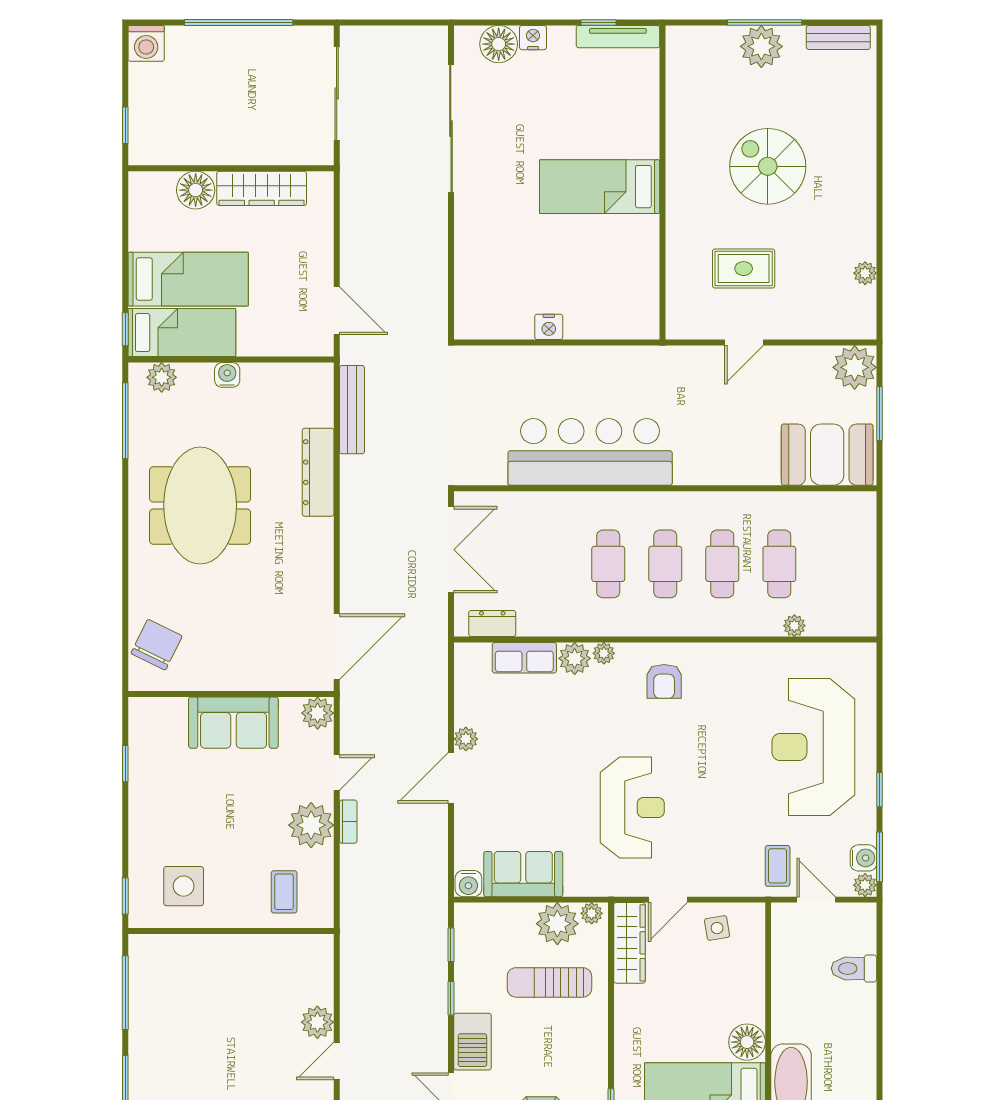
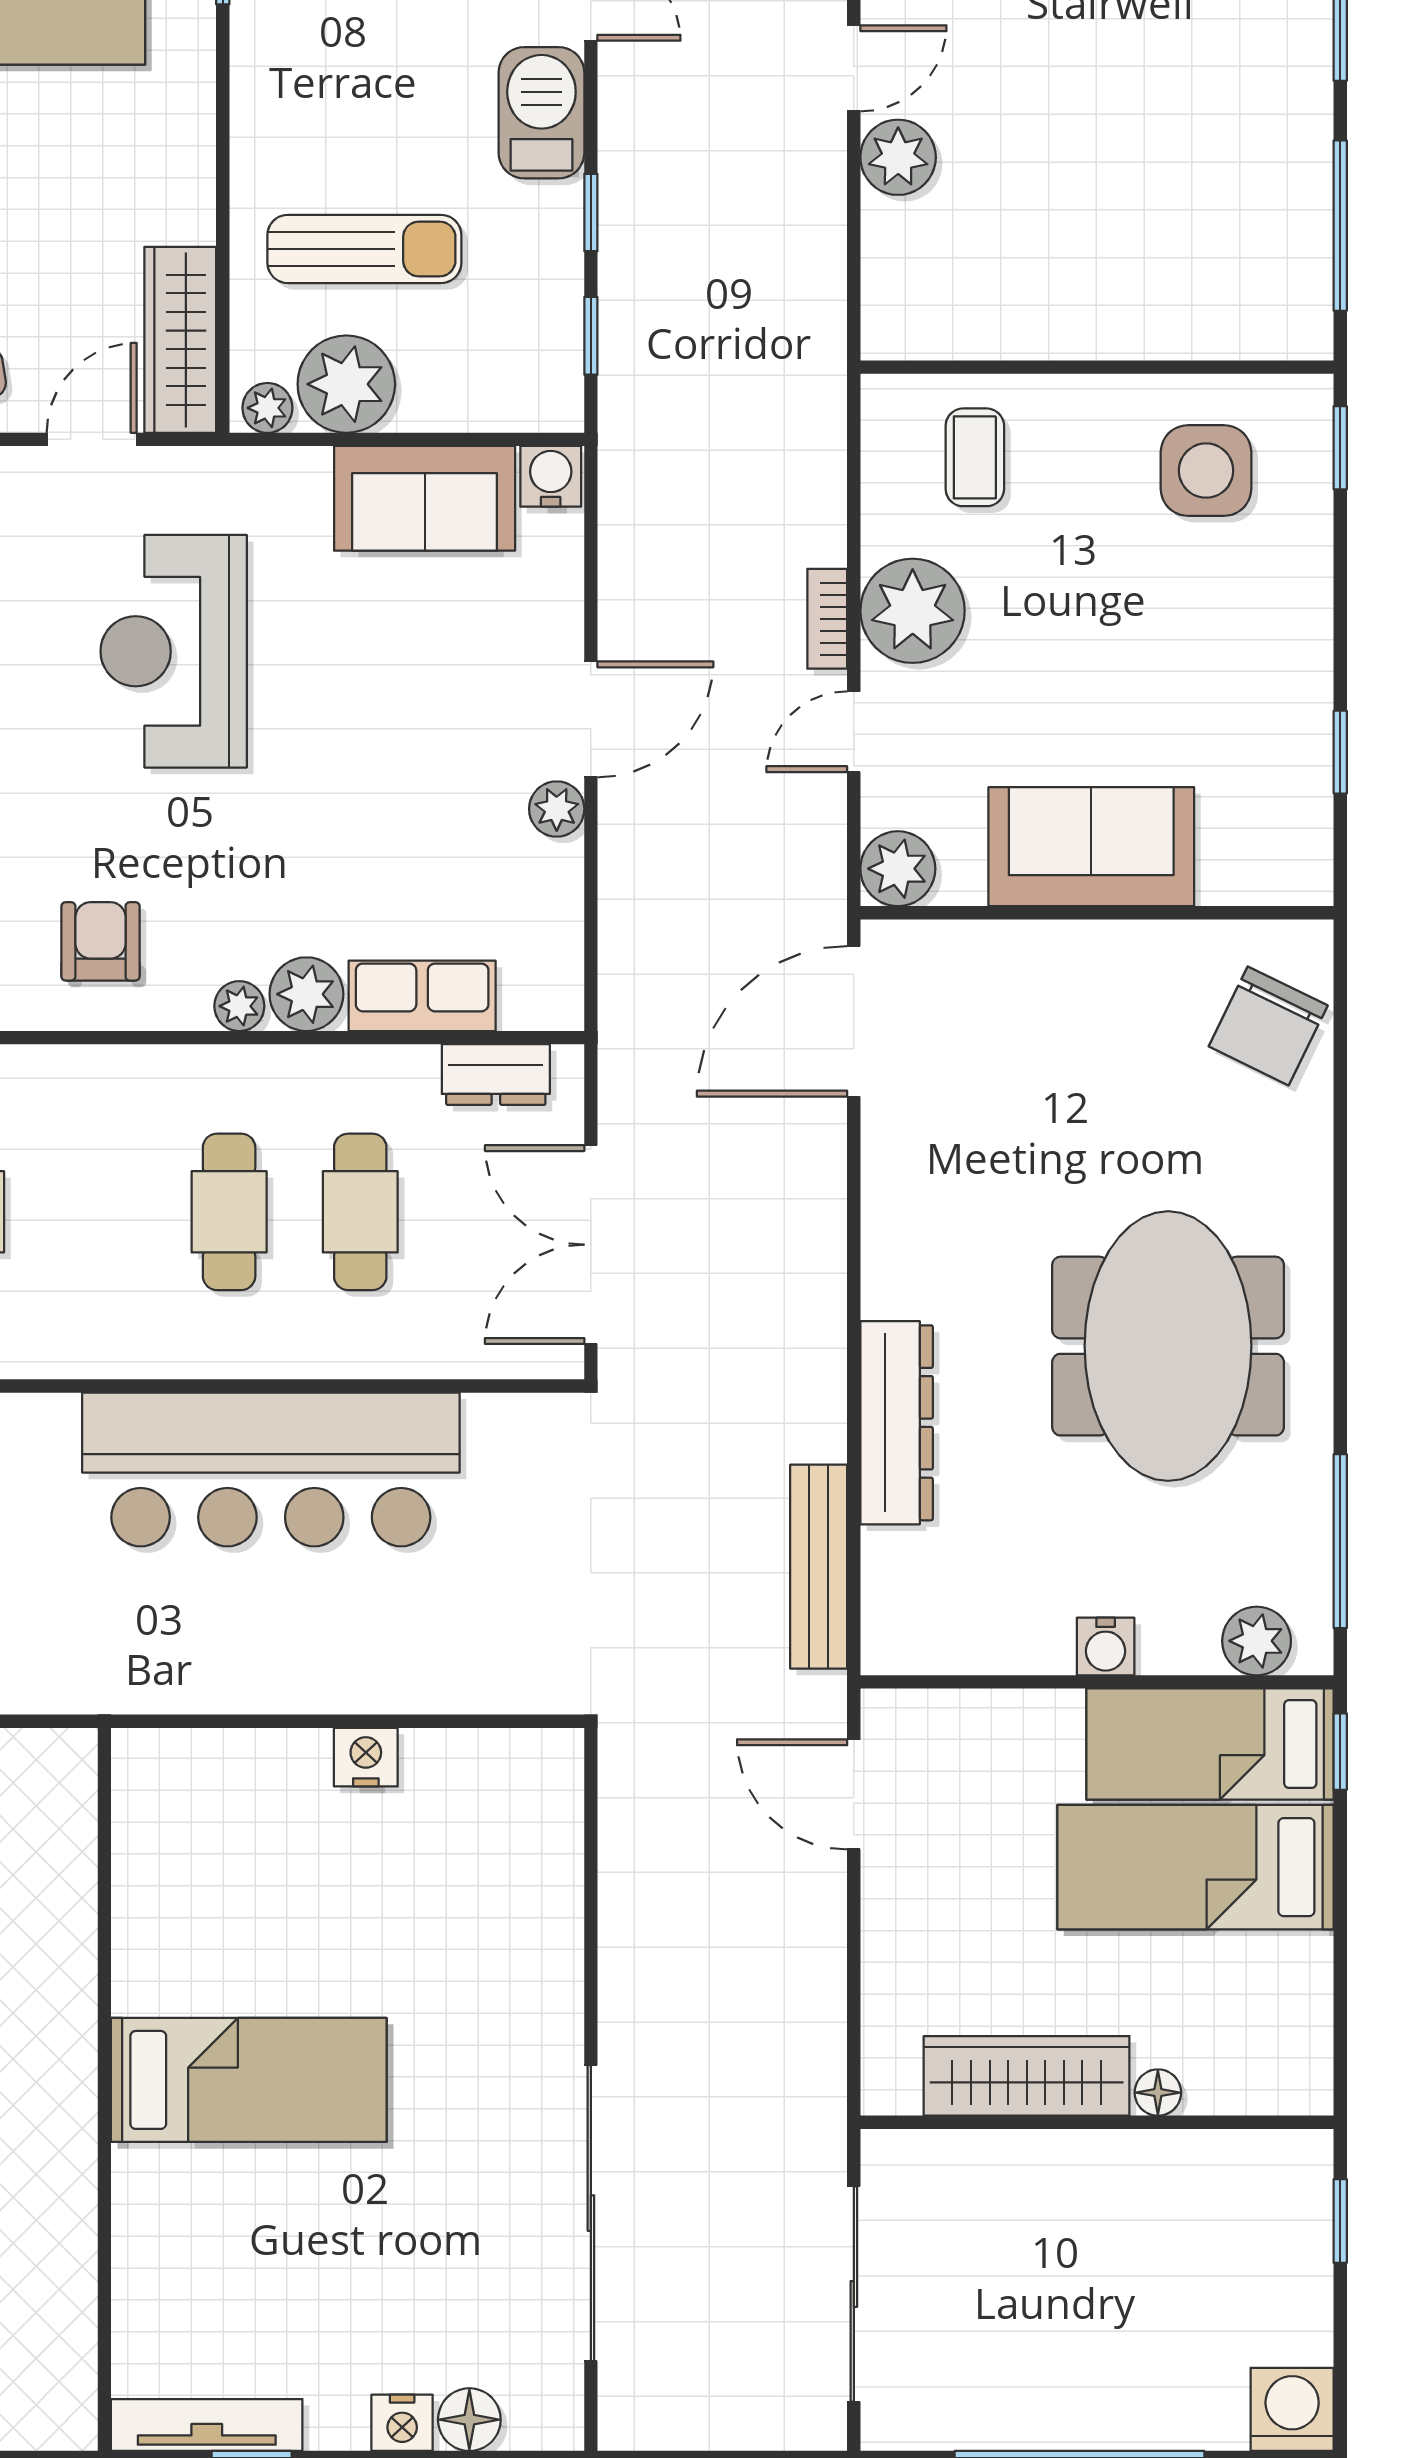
floor lamp: (499, 44) -> (469, 2420), width x0.73, depth x0.73
floor lamp: (196, 190) -> (1158, 2093), width x0.53, depth x0.53
cafe table: (665, 564) -> (360, 1212), moved

